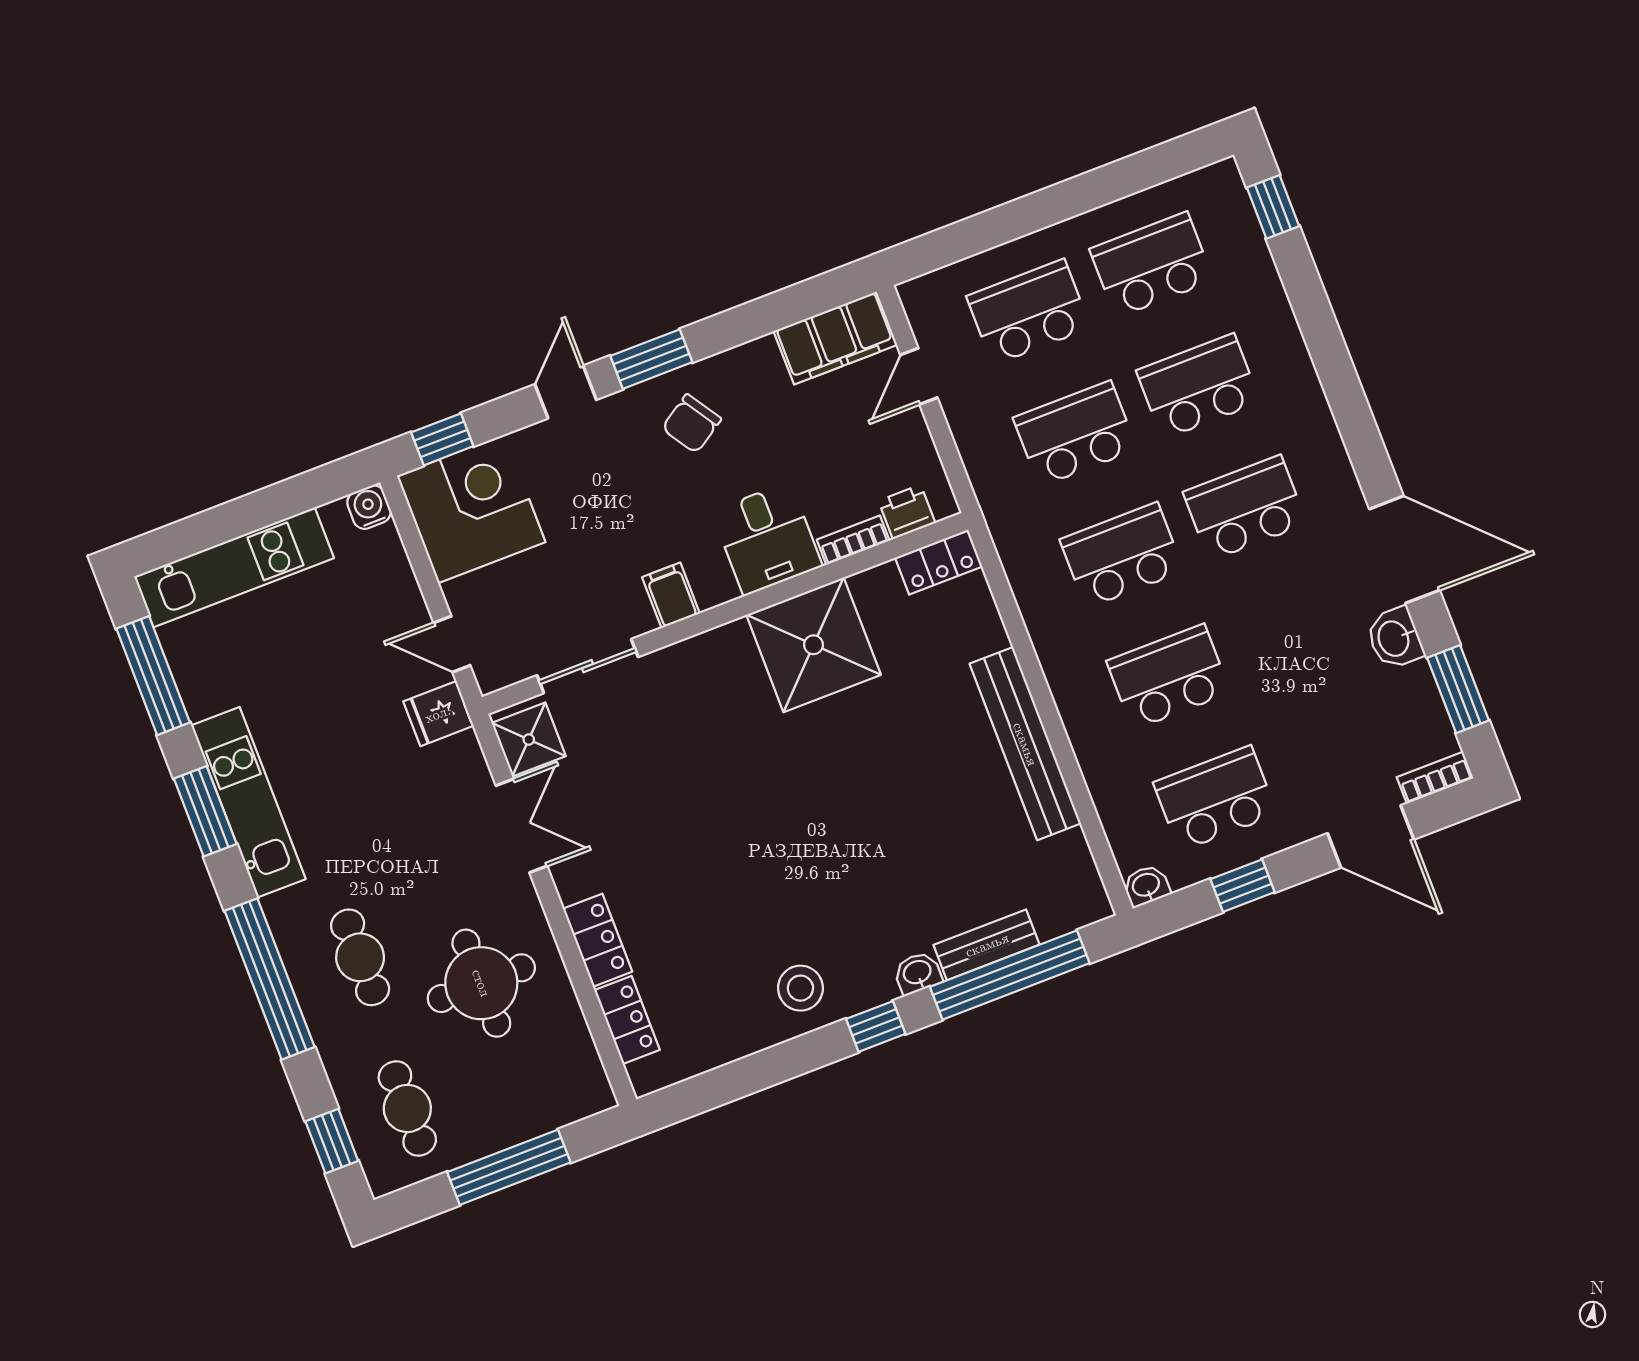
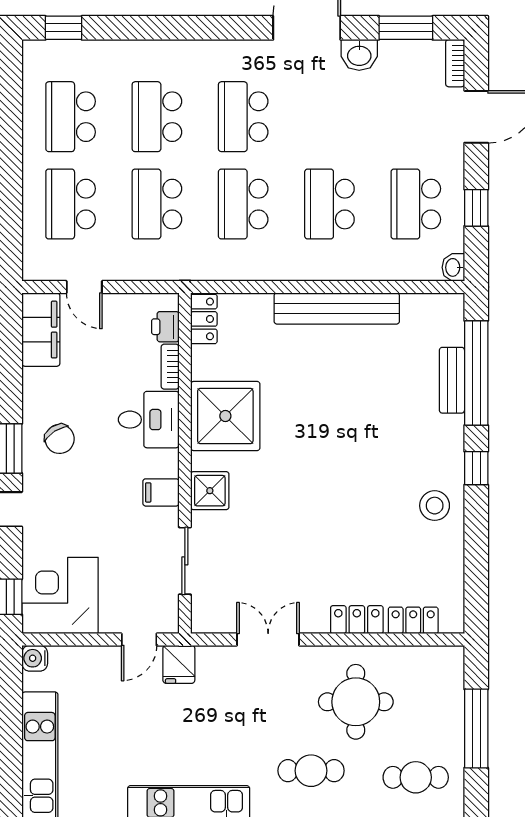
shower: (529, 740) -> (210, 491), moved
washbasin: (918, 973) -> (453, 430), removed

